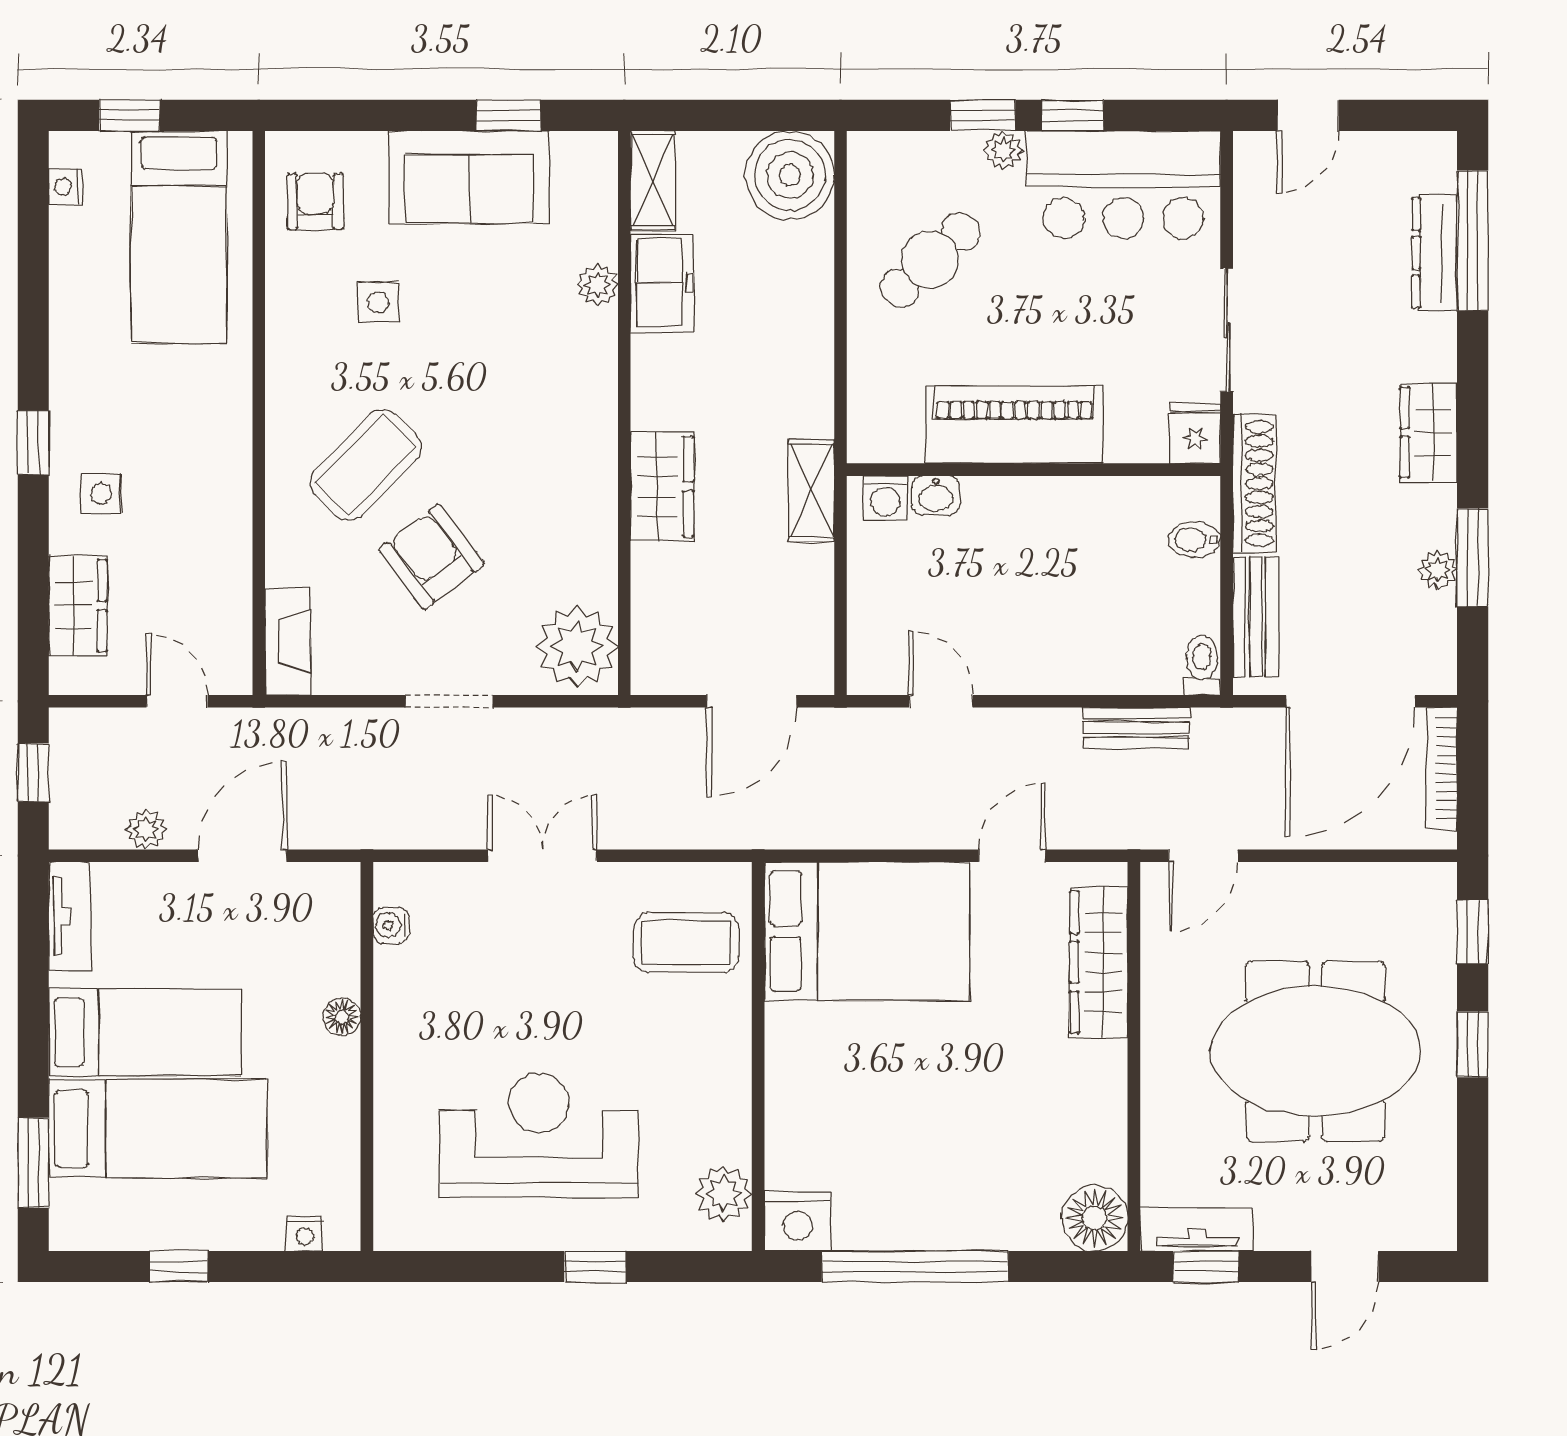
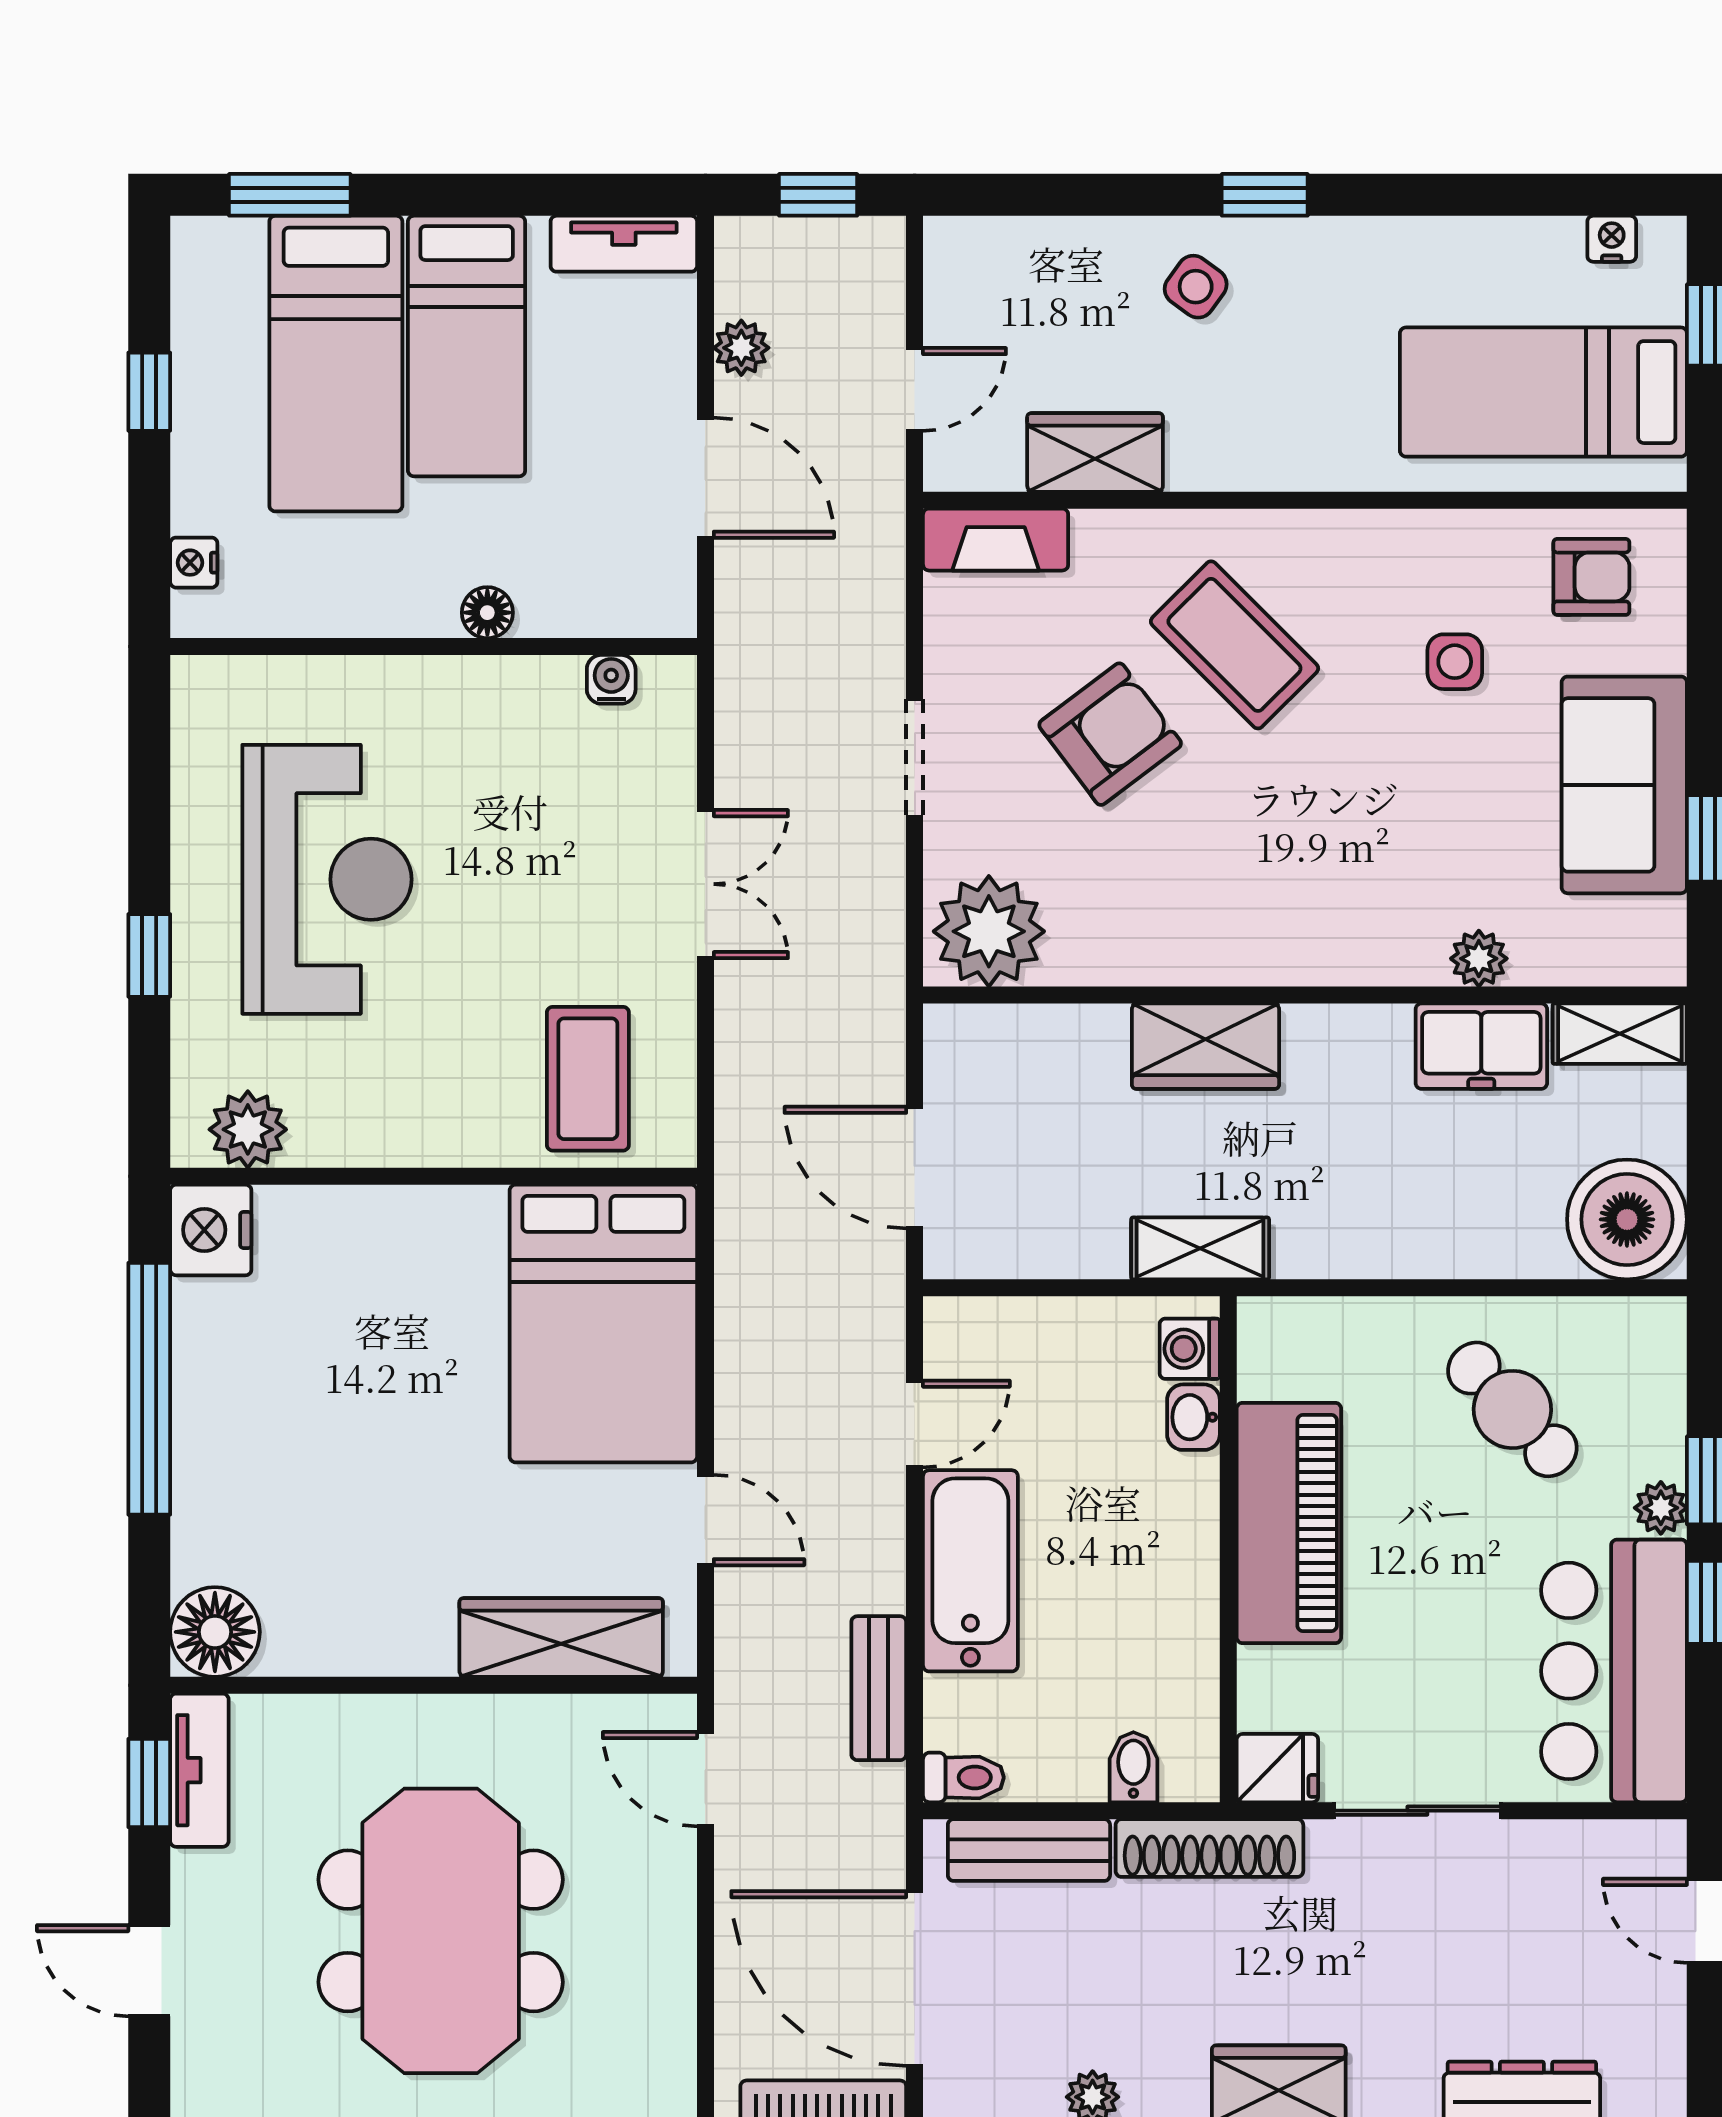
side table: (101, 494) -> (1196, 287), turned 36
wardrobe: (78, 605) -> (1095, 452), moved, turned 180
bathtub: (1049, 660) -> (970, 1571), added

